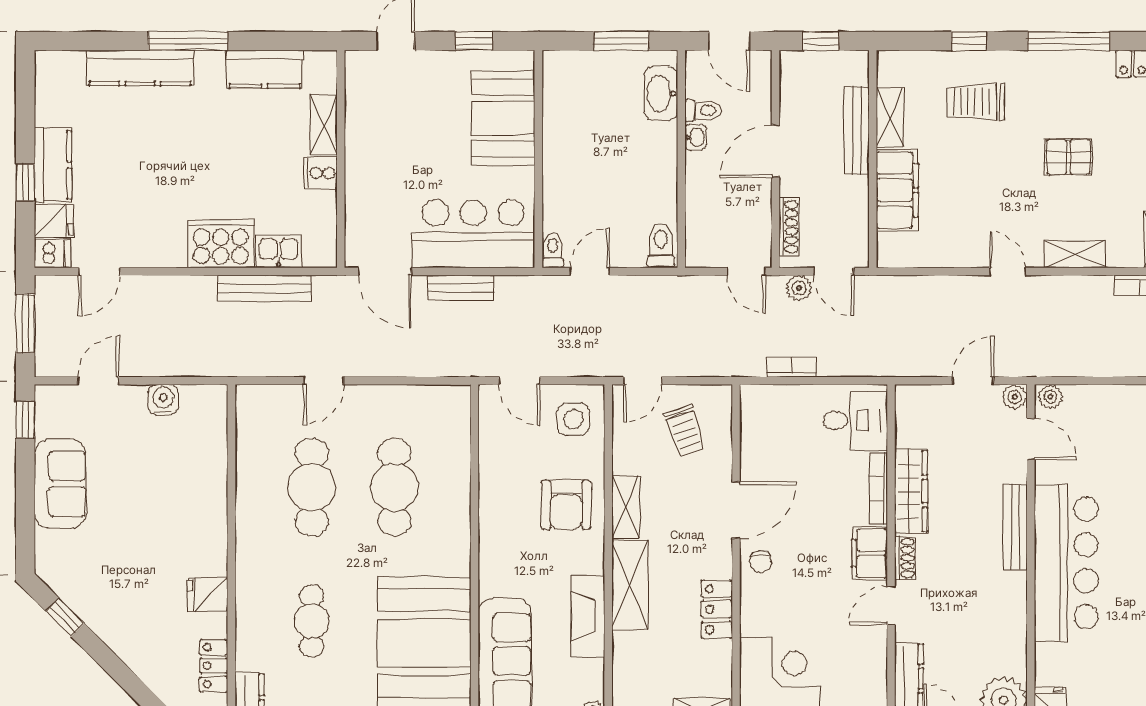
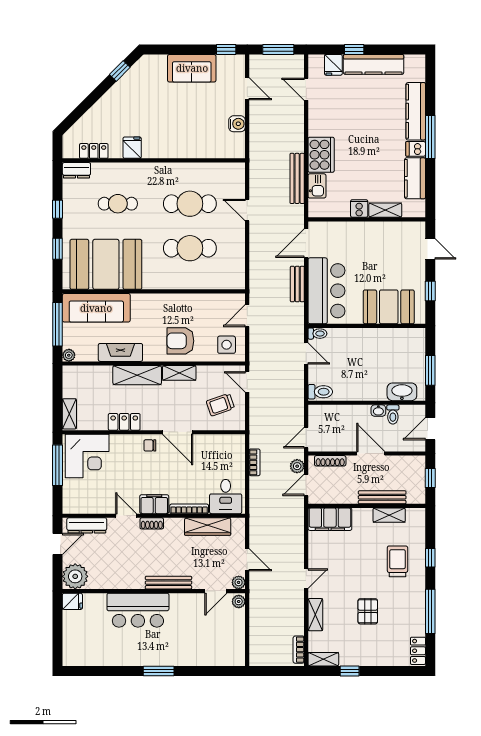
kitchen counter: (53, 165) -> (374, 64), width x1.50
filing cabinet: (897, 190) -> (330, 519), moved
dishwasher: (52, 254) -> (416, 149), moved, turned 90
wardrobe: (911, 491) -> (208, 527), moved
bar counter: (1066, 563) -> (138, 610), width x0.73

